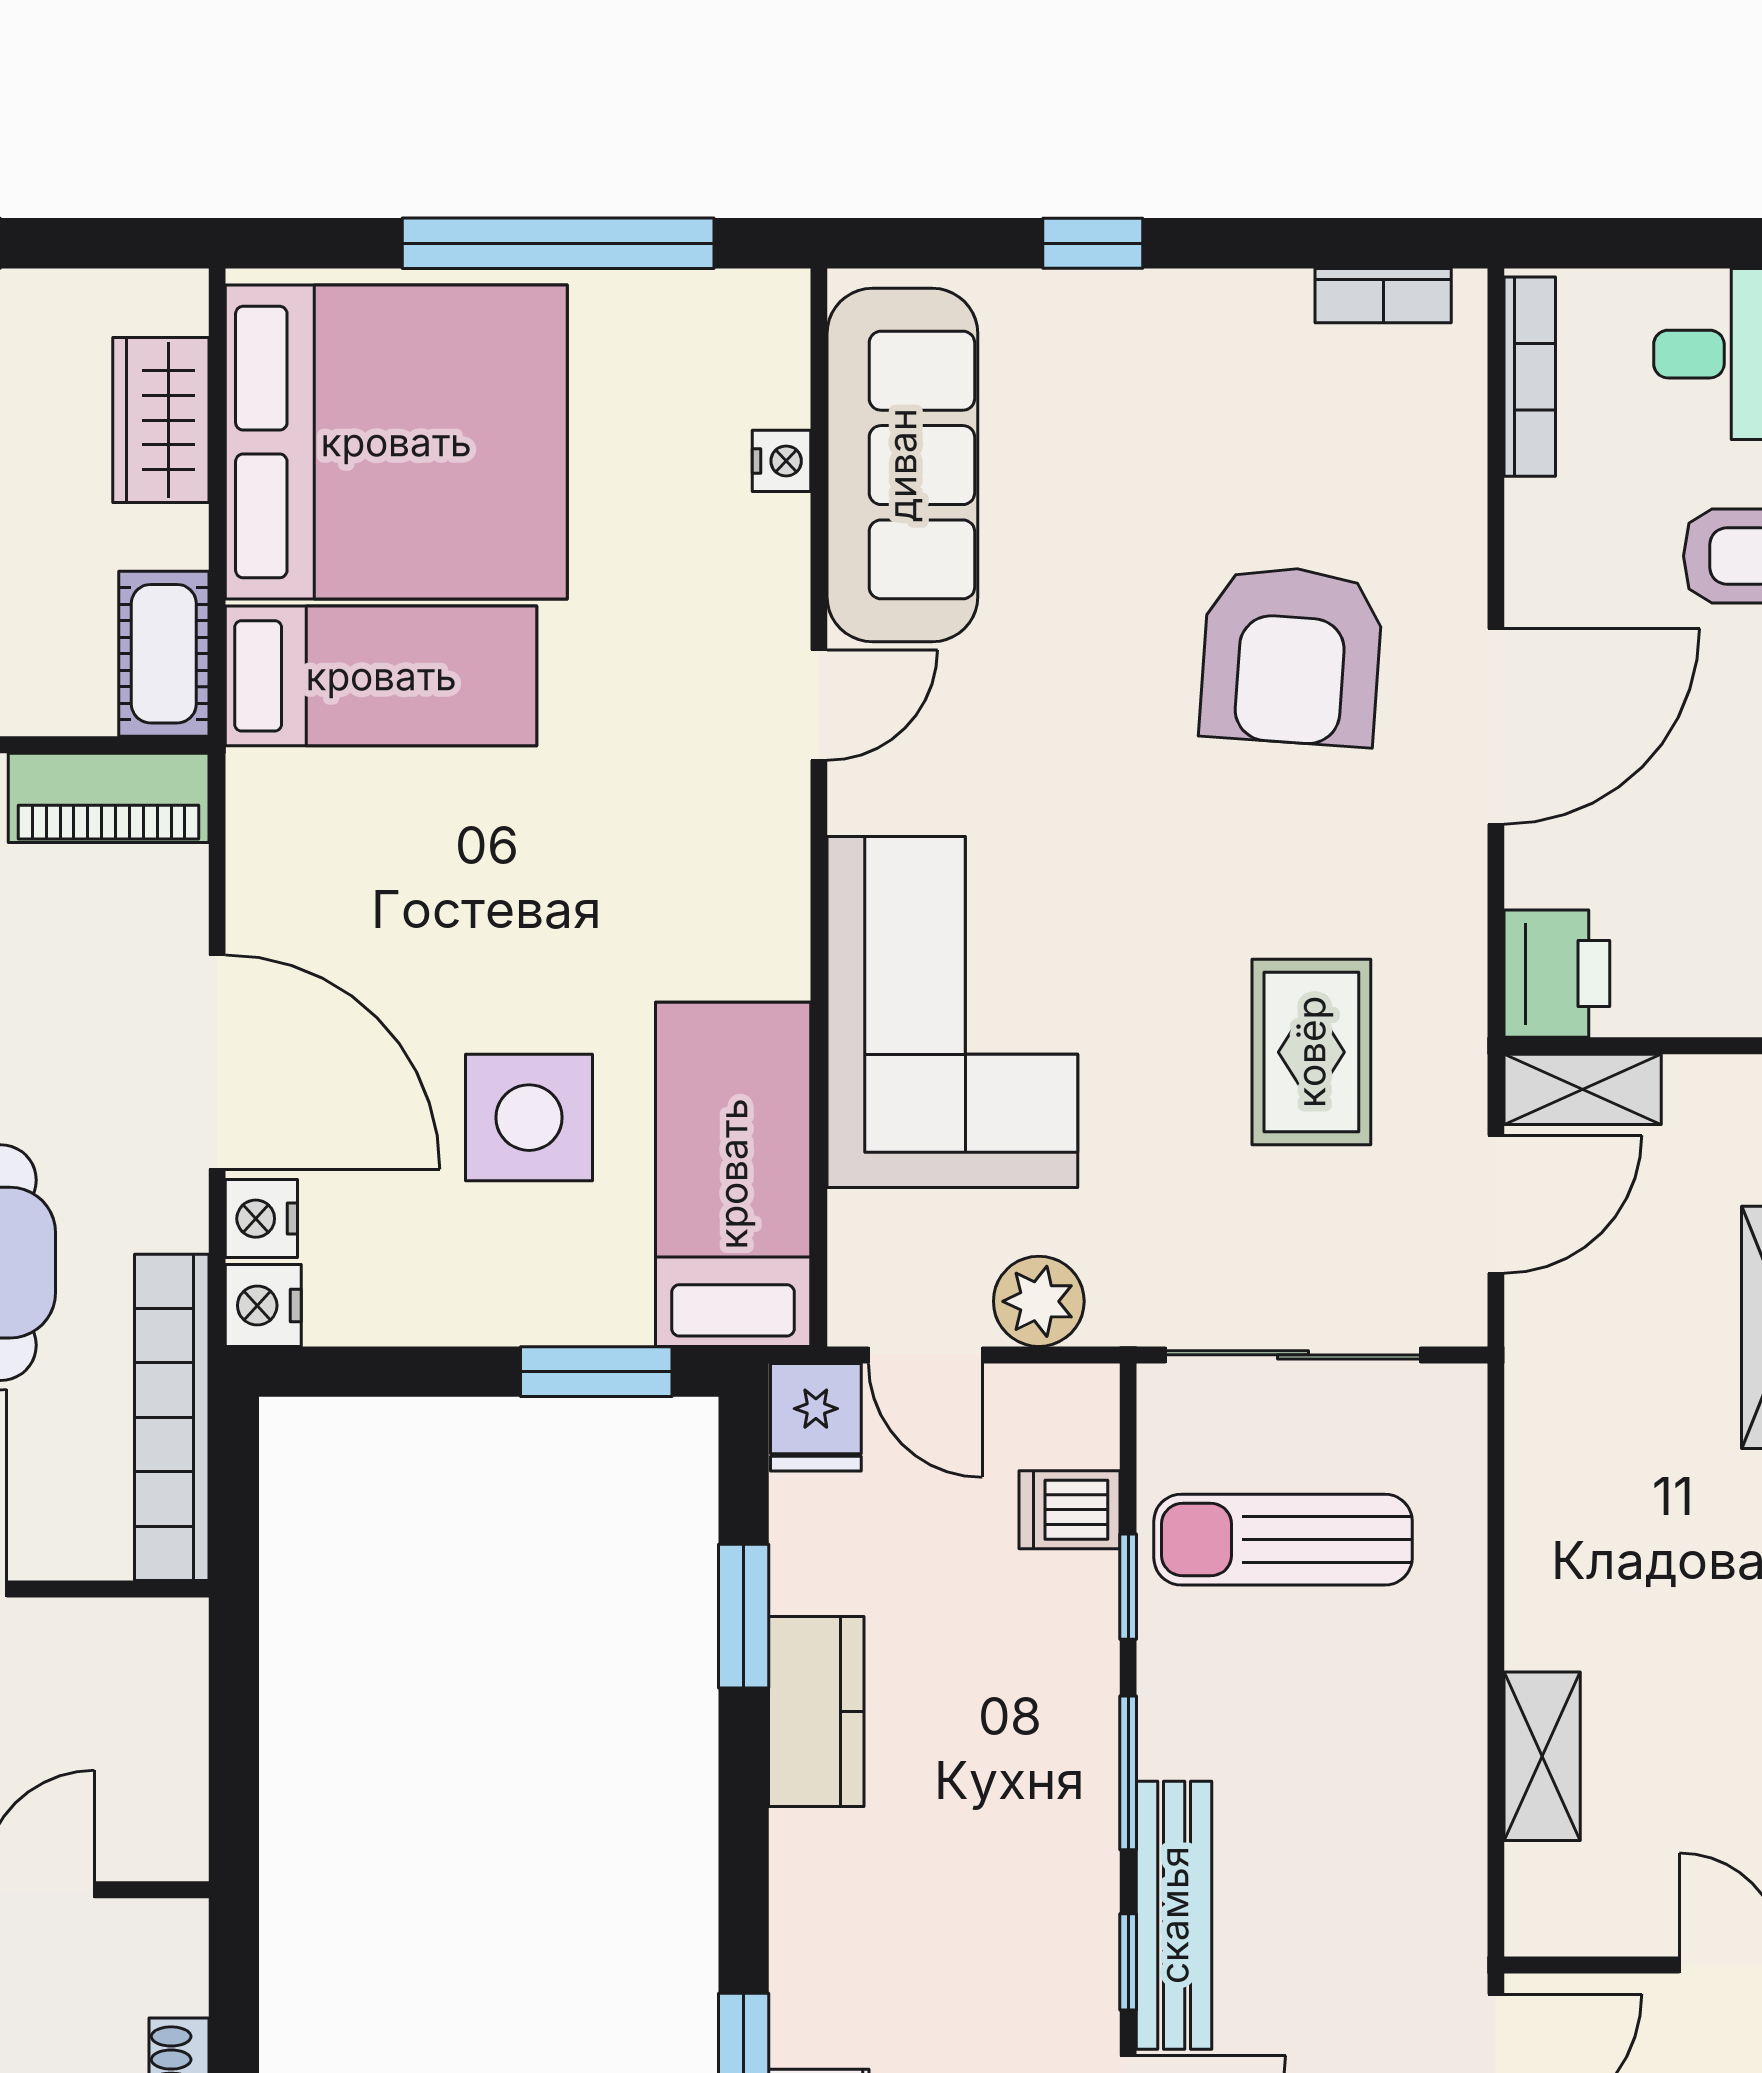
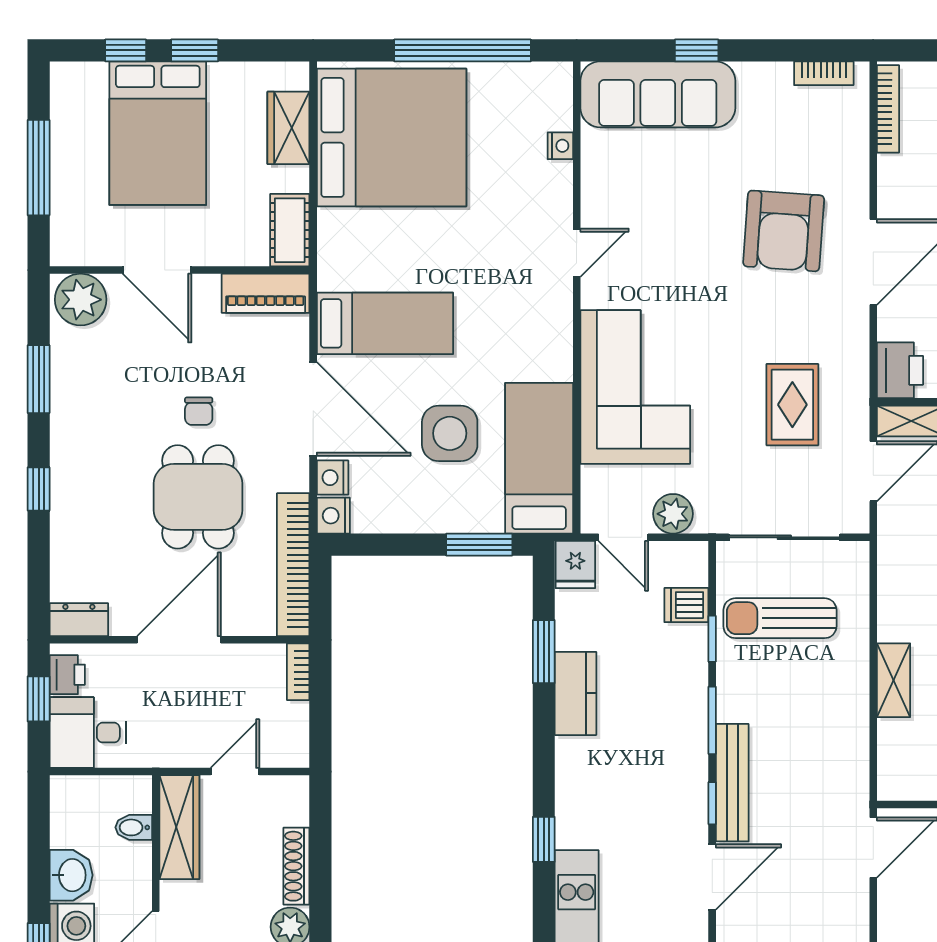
sofa: (902, 465) -> (658, 94), moved, turned 90
bed: (381, 676) -> (385, 323), moved
bookcase: (183, 1662) -> (298, 672), added
shelving: (1542, 1756) -> (893, 680), moved

